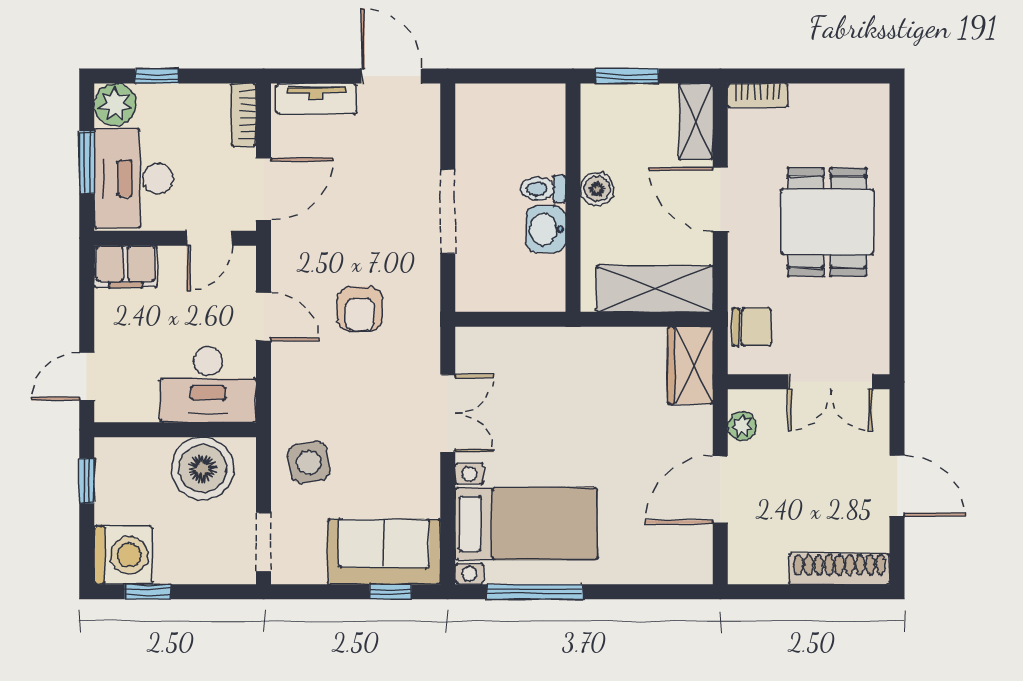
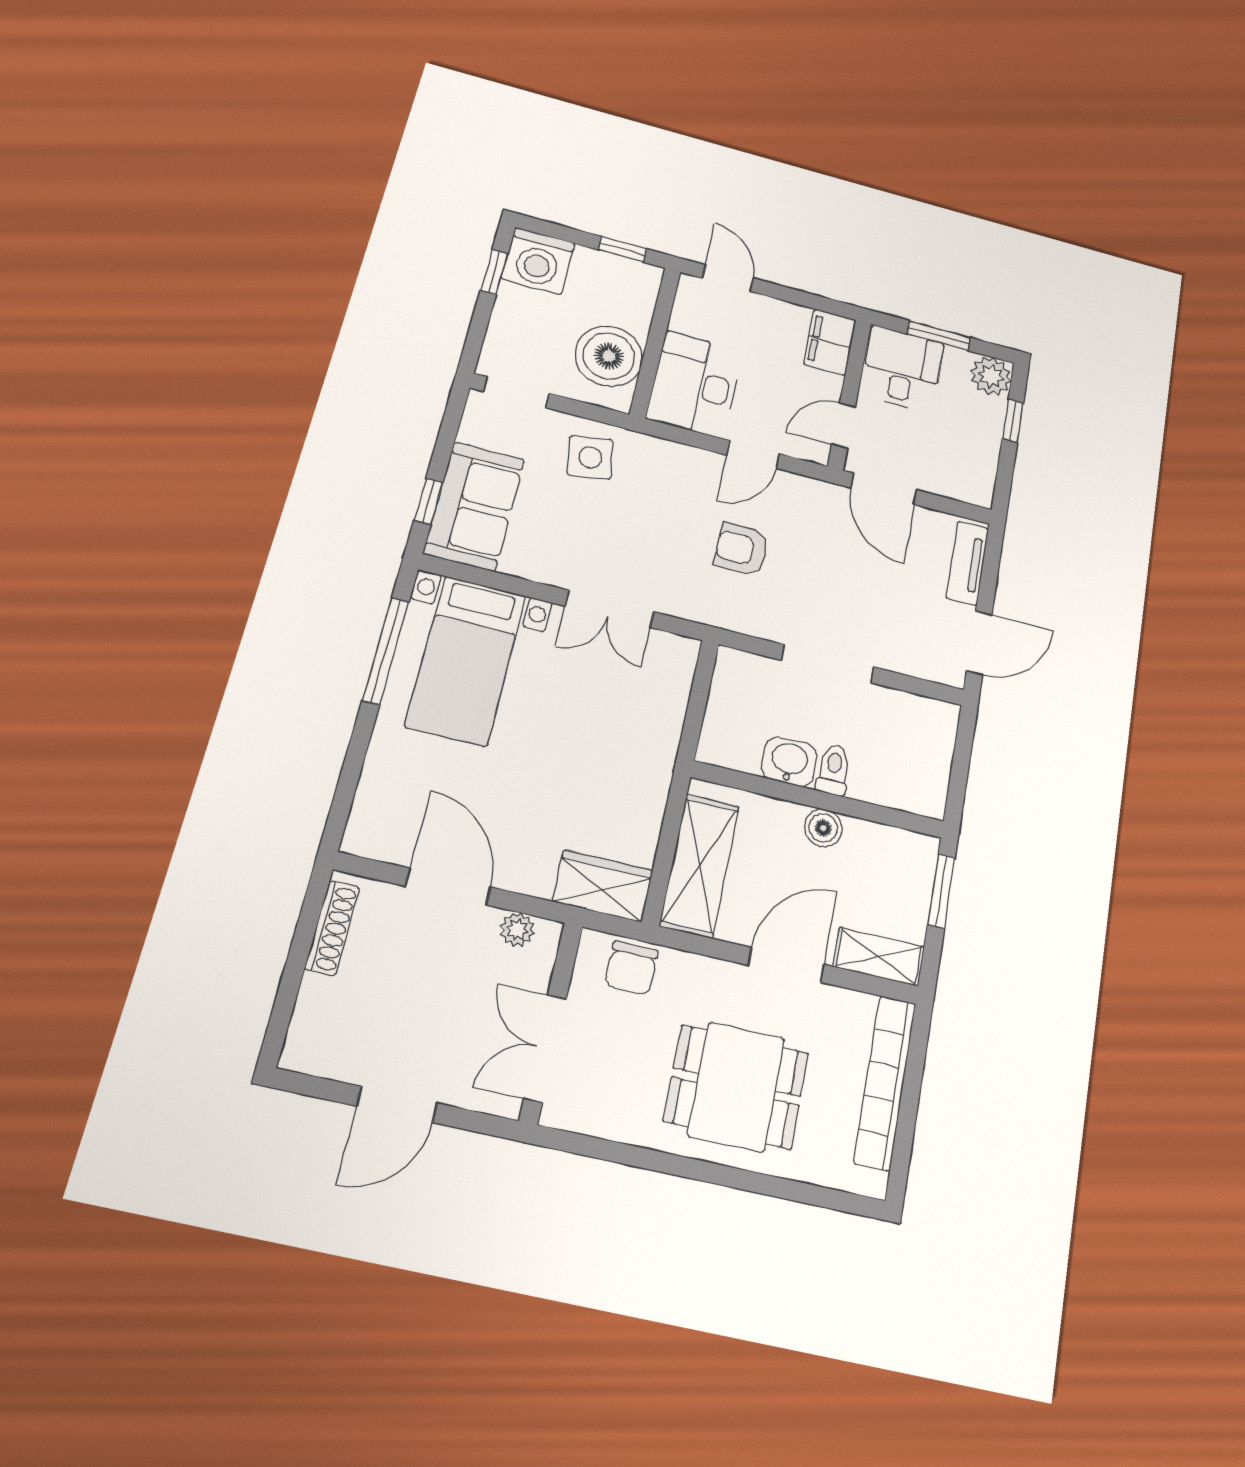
bookcase: (758, 95) -> (885, 1082), width x2.31, depth x1.31
bookcase: (244, 115) -> (962, 490), removed
desk: (133, 179) -> (902, 369), width x0.73
door: (210, 238) -> (844, 425), hinge flipped
shoe rack: (839, 569) -> (332, 928), moved, width x0.74, depth x0.81

